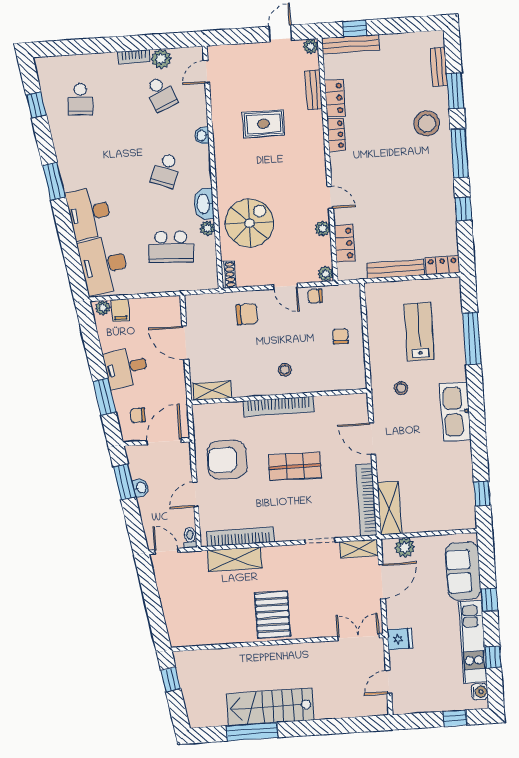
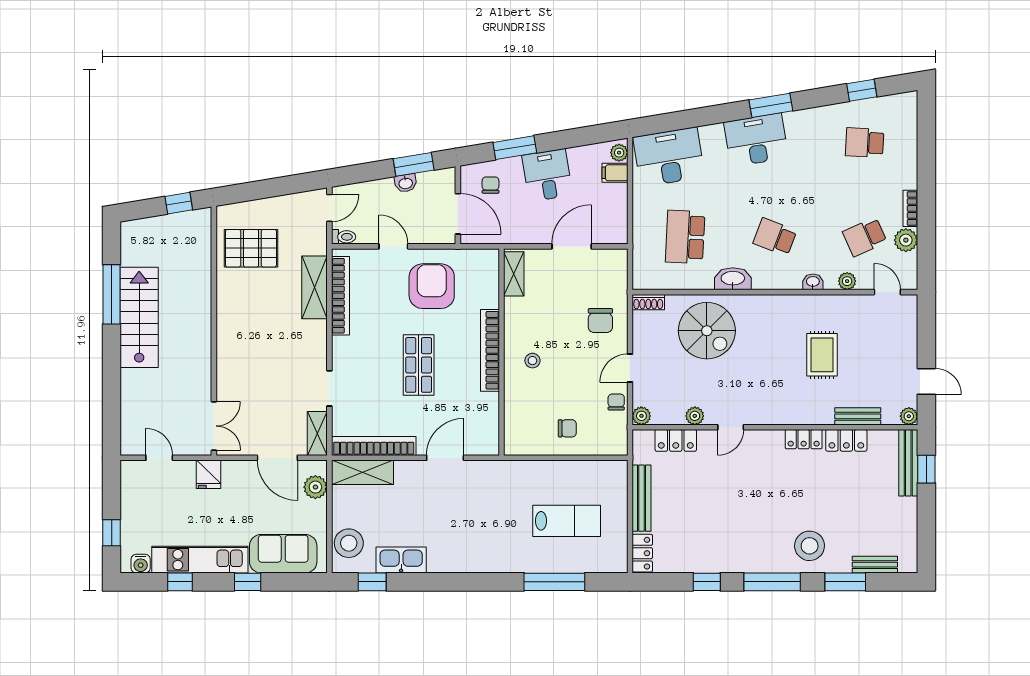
desk: (89, 213) -> (756, 140), moved
plant: (207, 228) -> (847, 281), moved
stool: (401, 388) -> (349, 543), moved, width x1.89, depth x1.89
kitchen sink: (455, 411) -> (401, 560), moved, width x0.73, depth x0.81
pallet: (273, 615) -> (251, 248), moved

